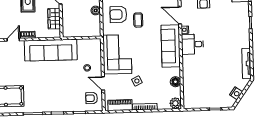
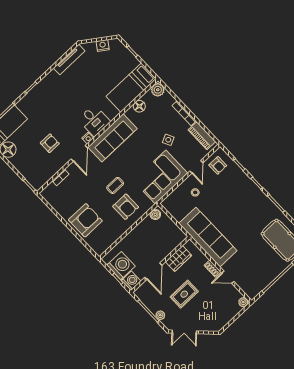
boiler: (96, 10) -> (155, 214), moved
bed: (192, 87) -> (131, 88), added

